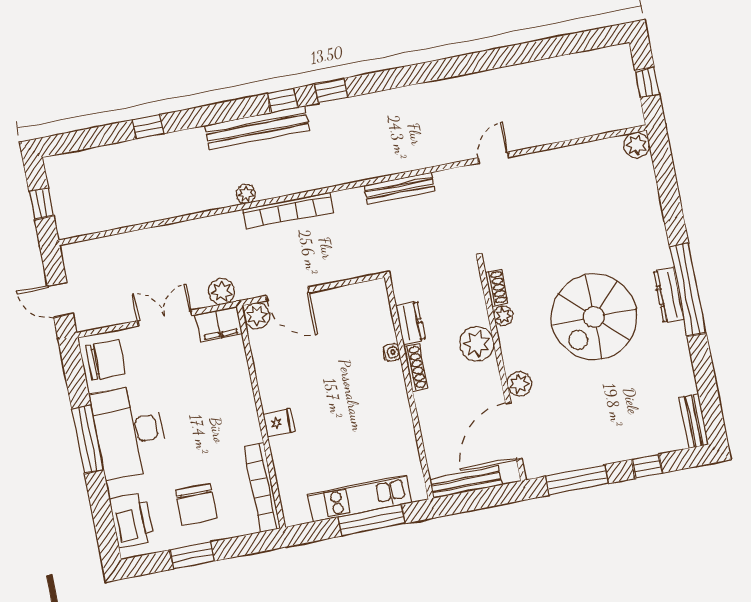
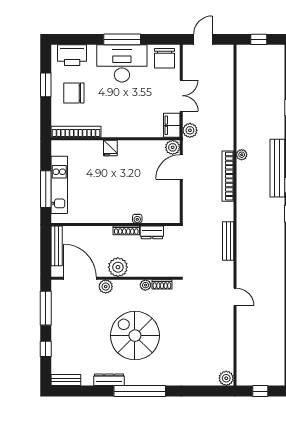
dresser: (669, 295) -> (109, 380), moved
plant: (477, 344) -> (118, 267), moved

